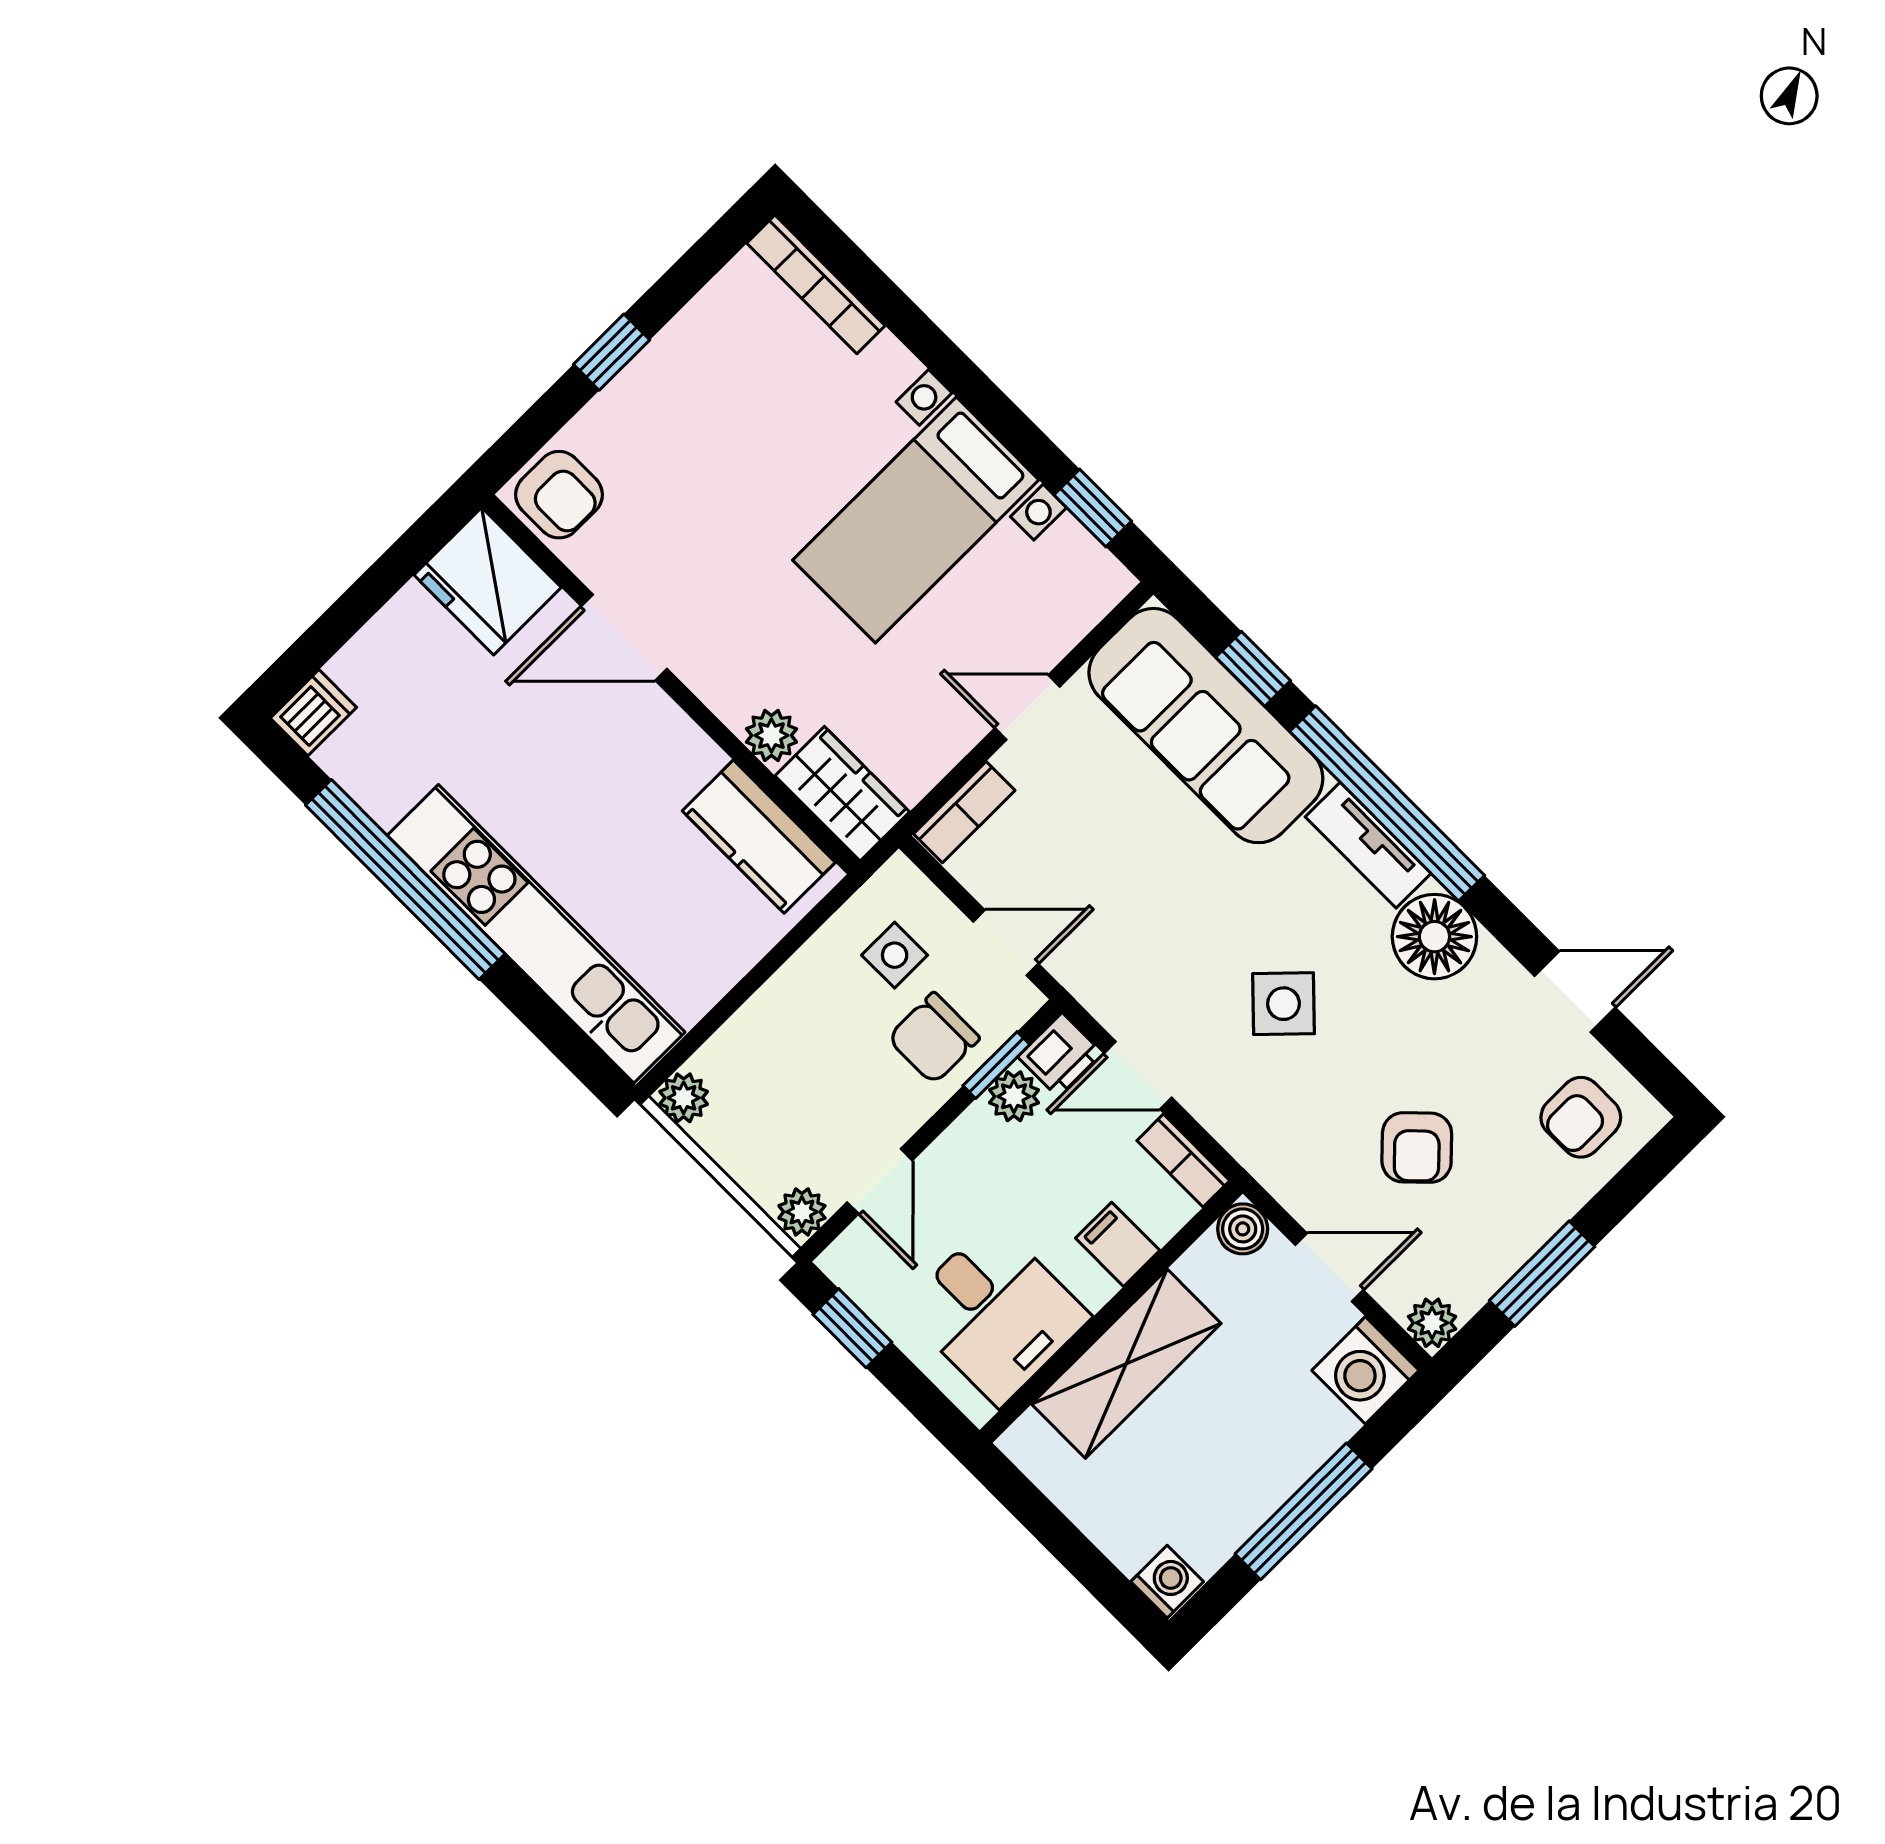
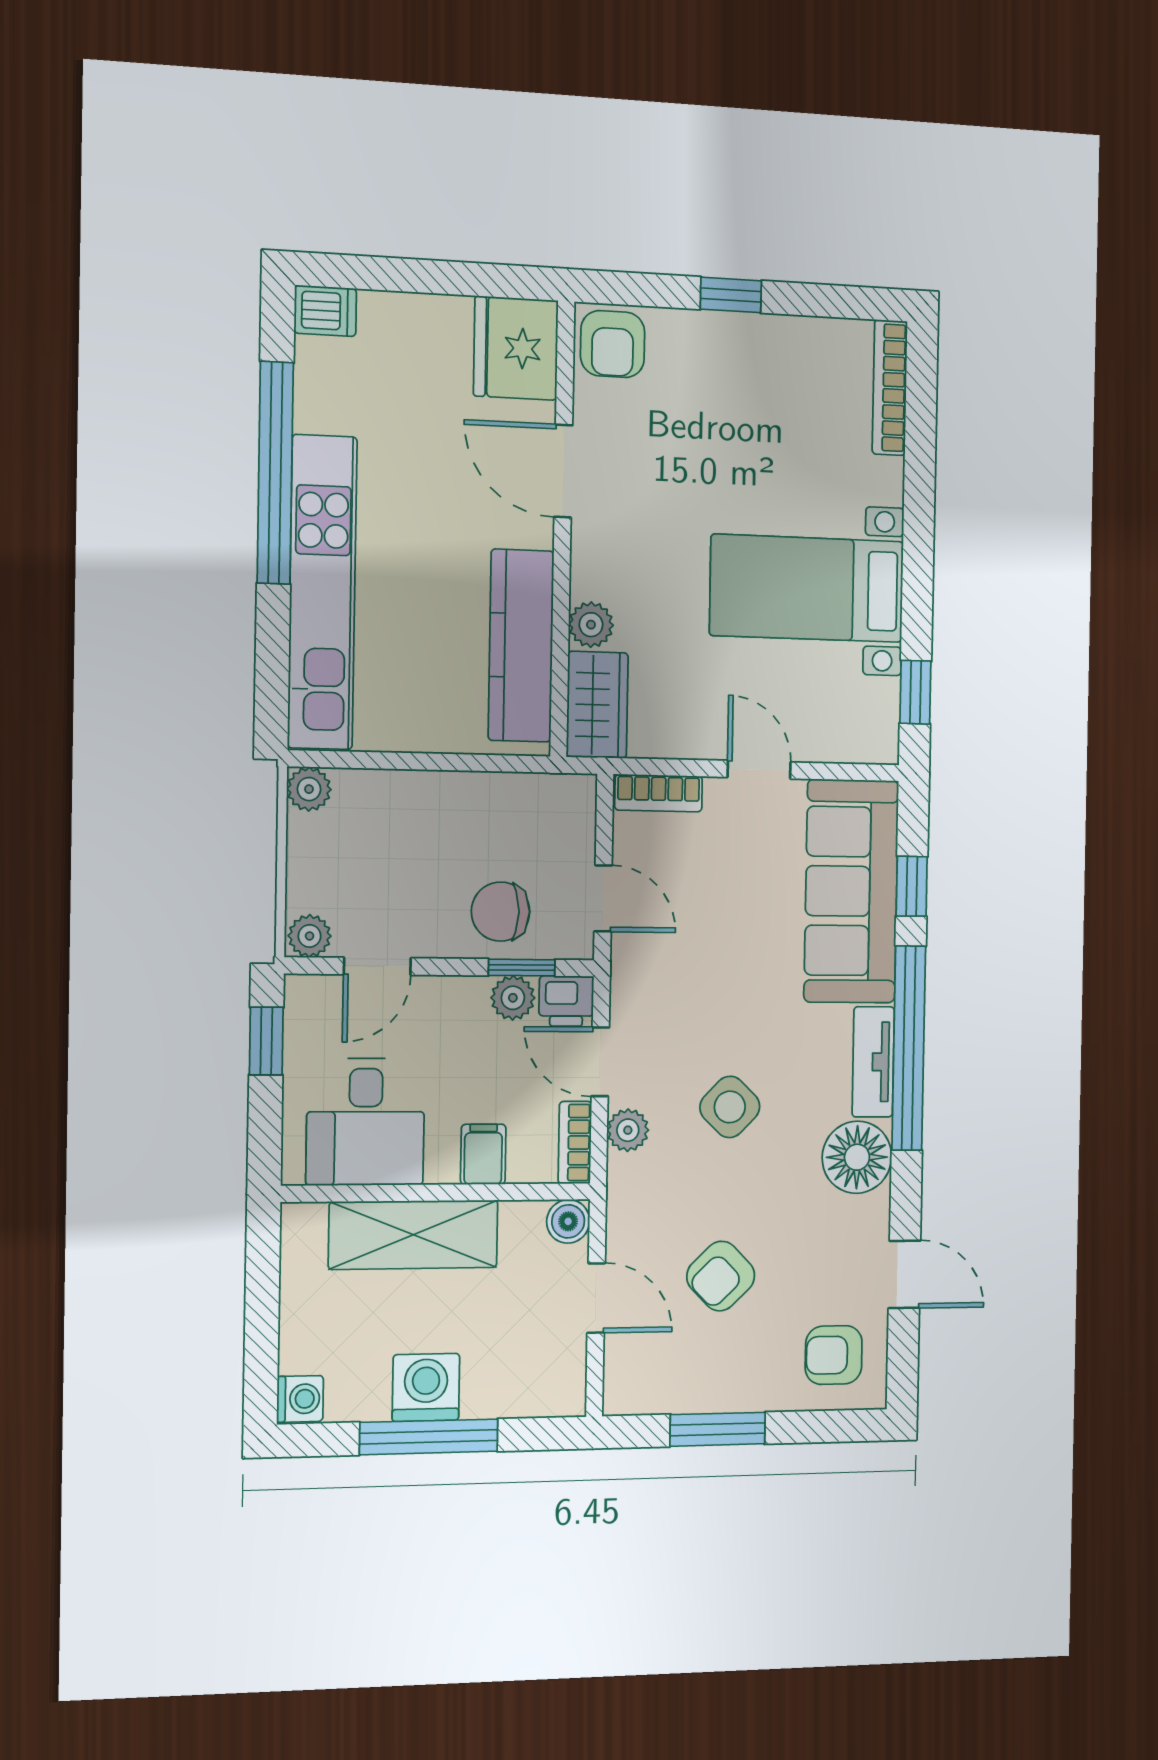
kitchen counter: (759, 837) -> (521, 646), width x1.50
side table: (895, 955) -> (529, 836), removed
plant: (1432, 1323) -> (628, 1130), moved
washing machine: (1365, 1370) -> (426, 1387), moved, turned 90

